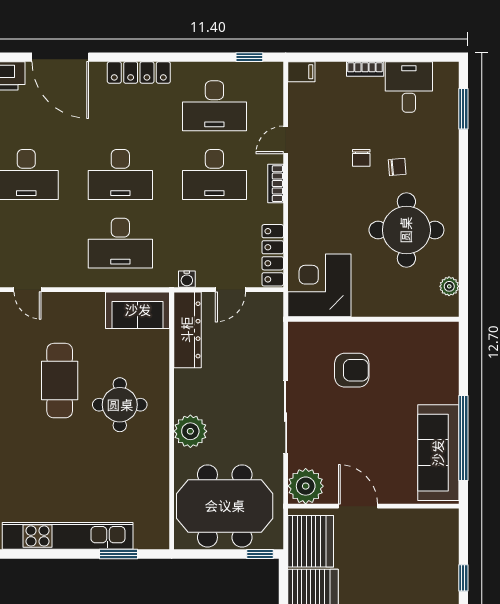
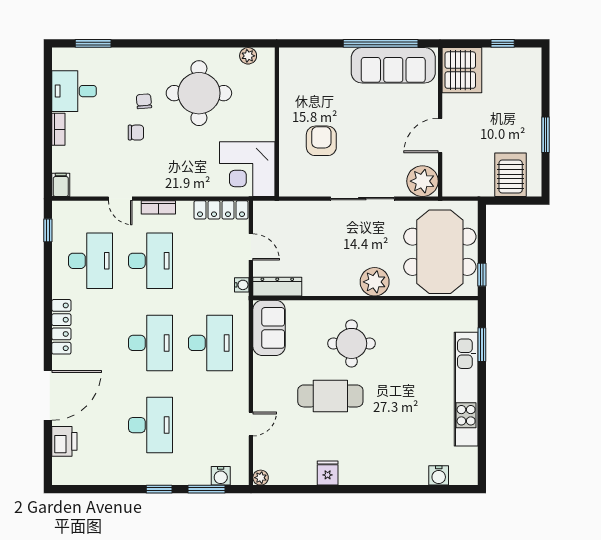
dresser: (187, 330) -> (277, 287), width x0.73, depth x0.80
server rack: (311, 541) -> (462, 70), moved, turned 90
window: (260, 554) -> (482, 275), moved

